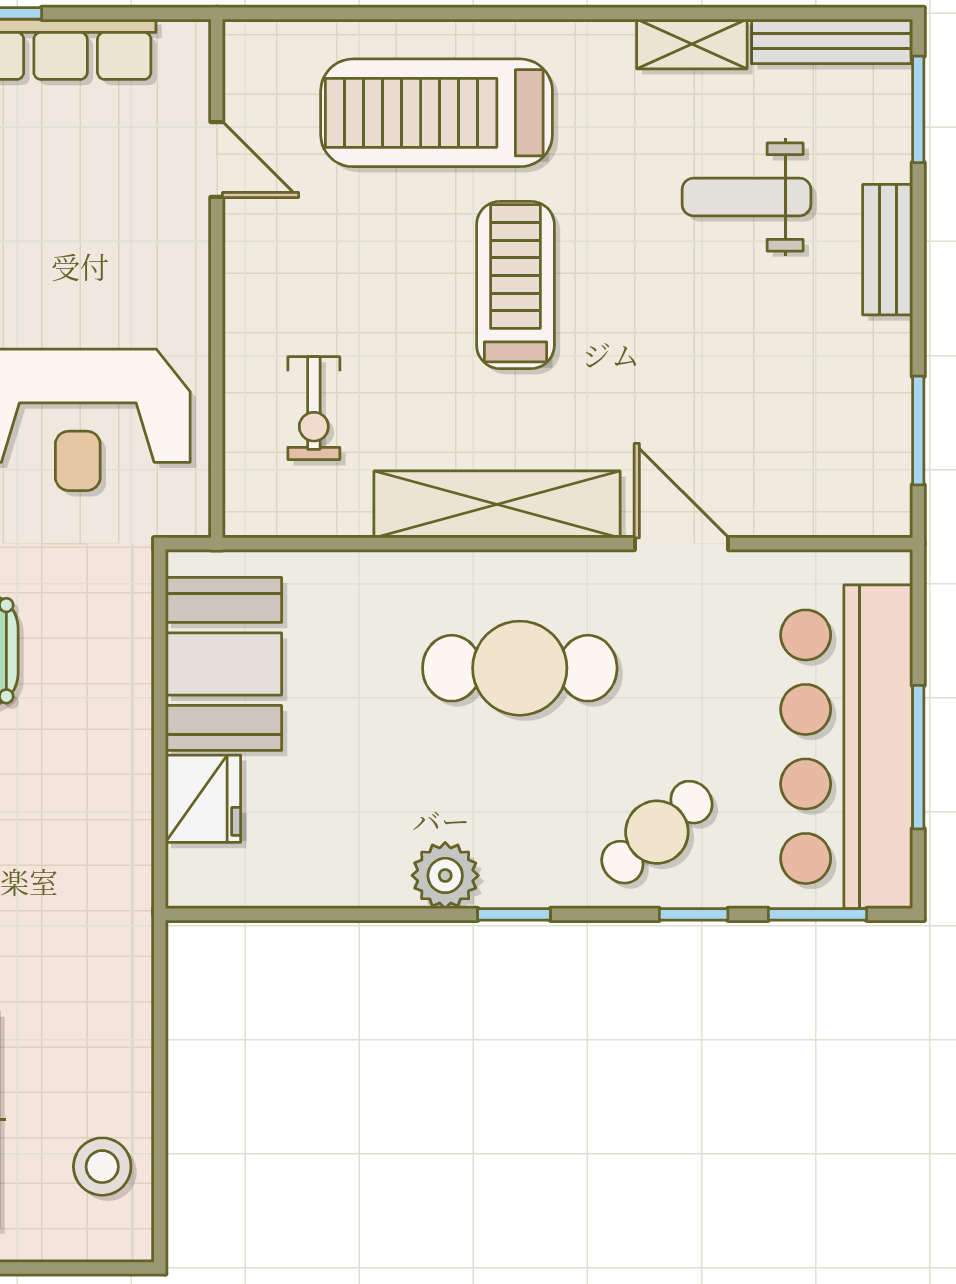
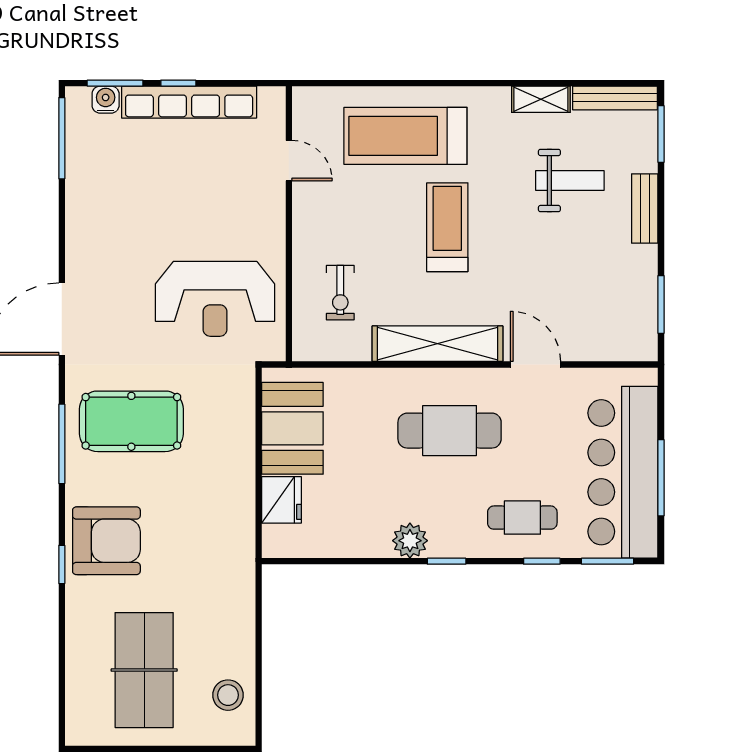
weight bench: (746, 197) -> (570, 181), turned 180
cafe table: (657, 832) -> (522, 518), turned 41

